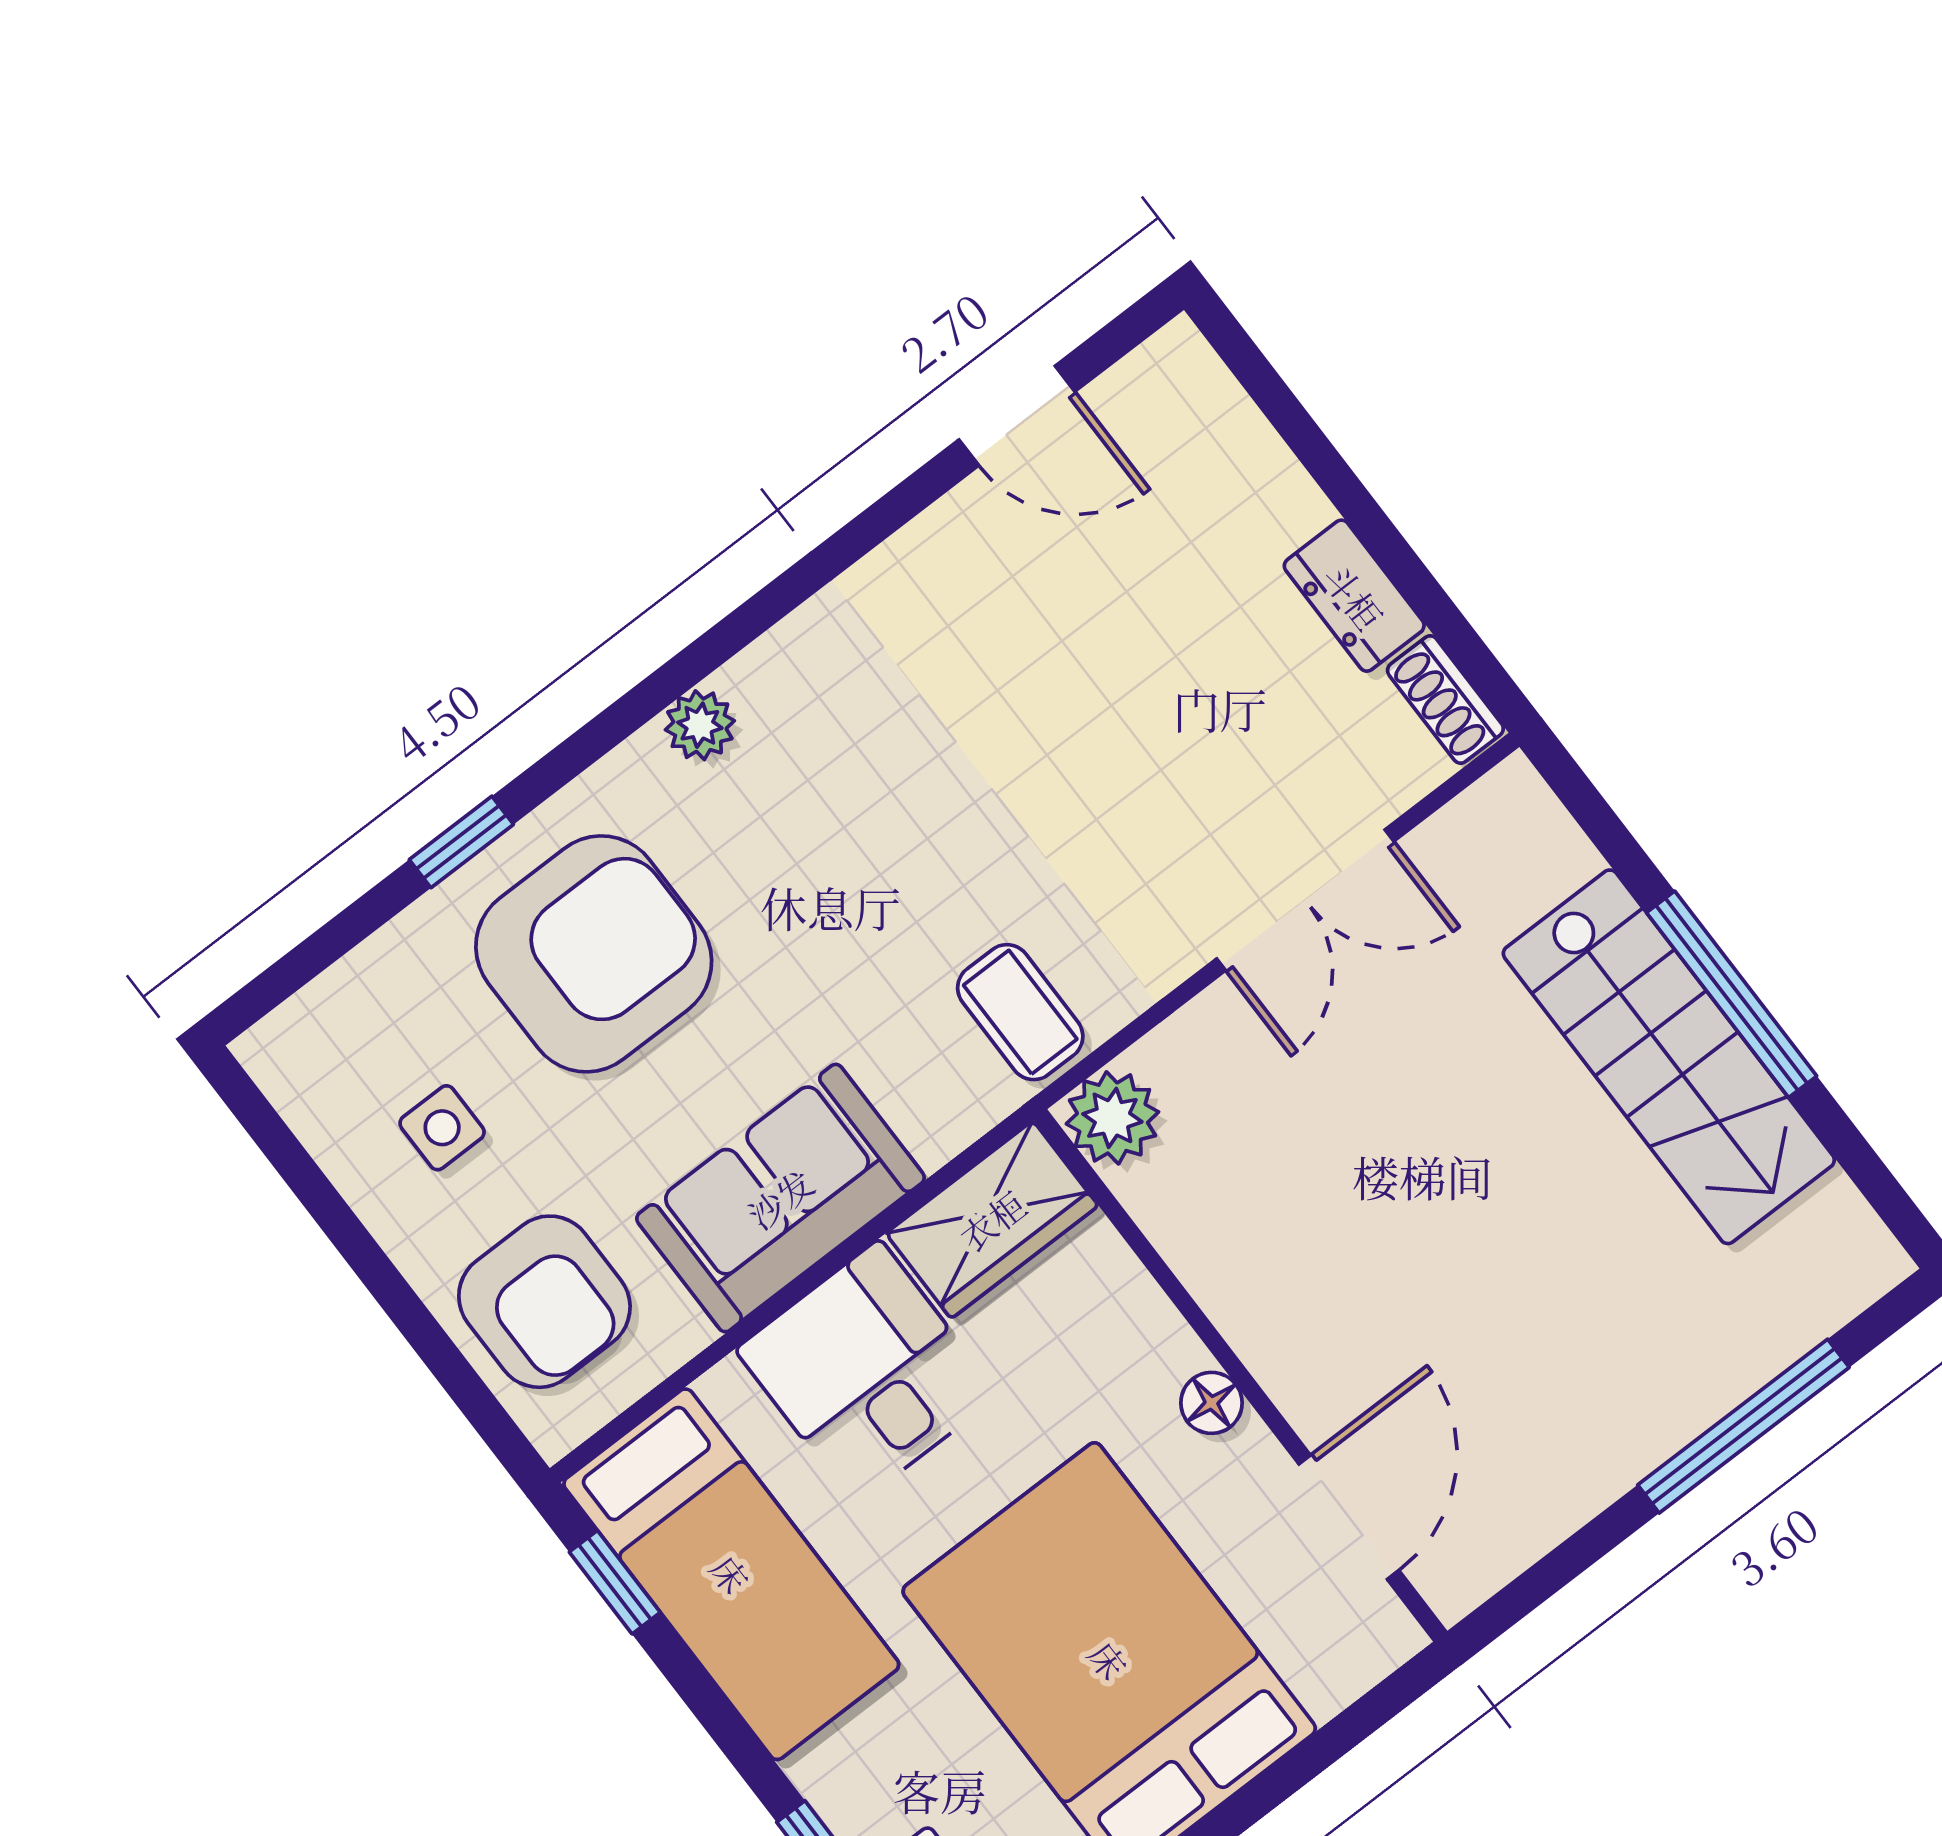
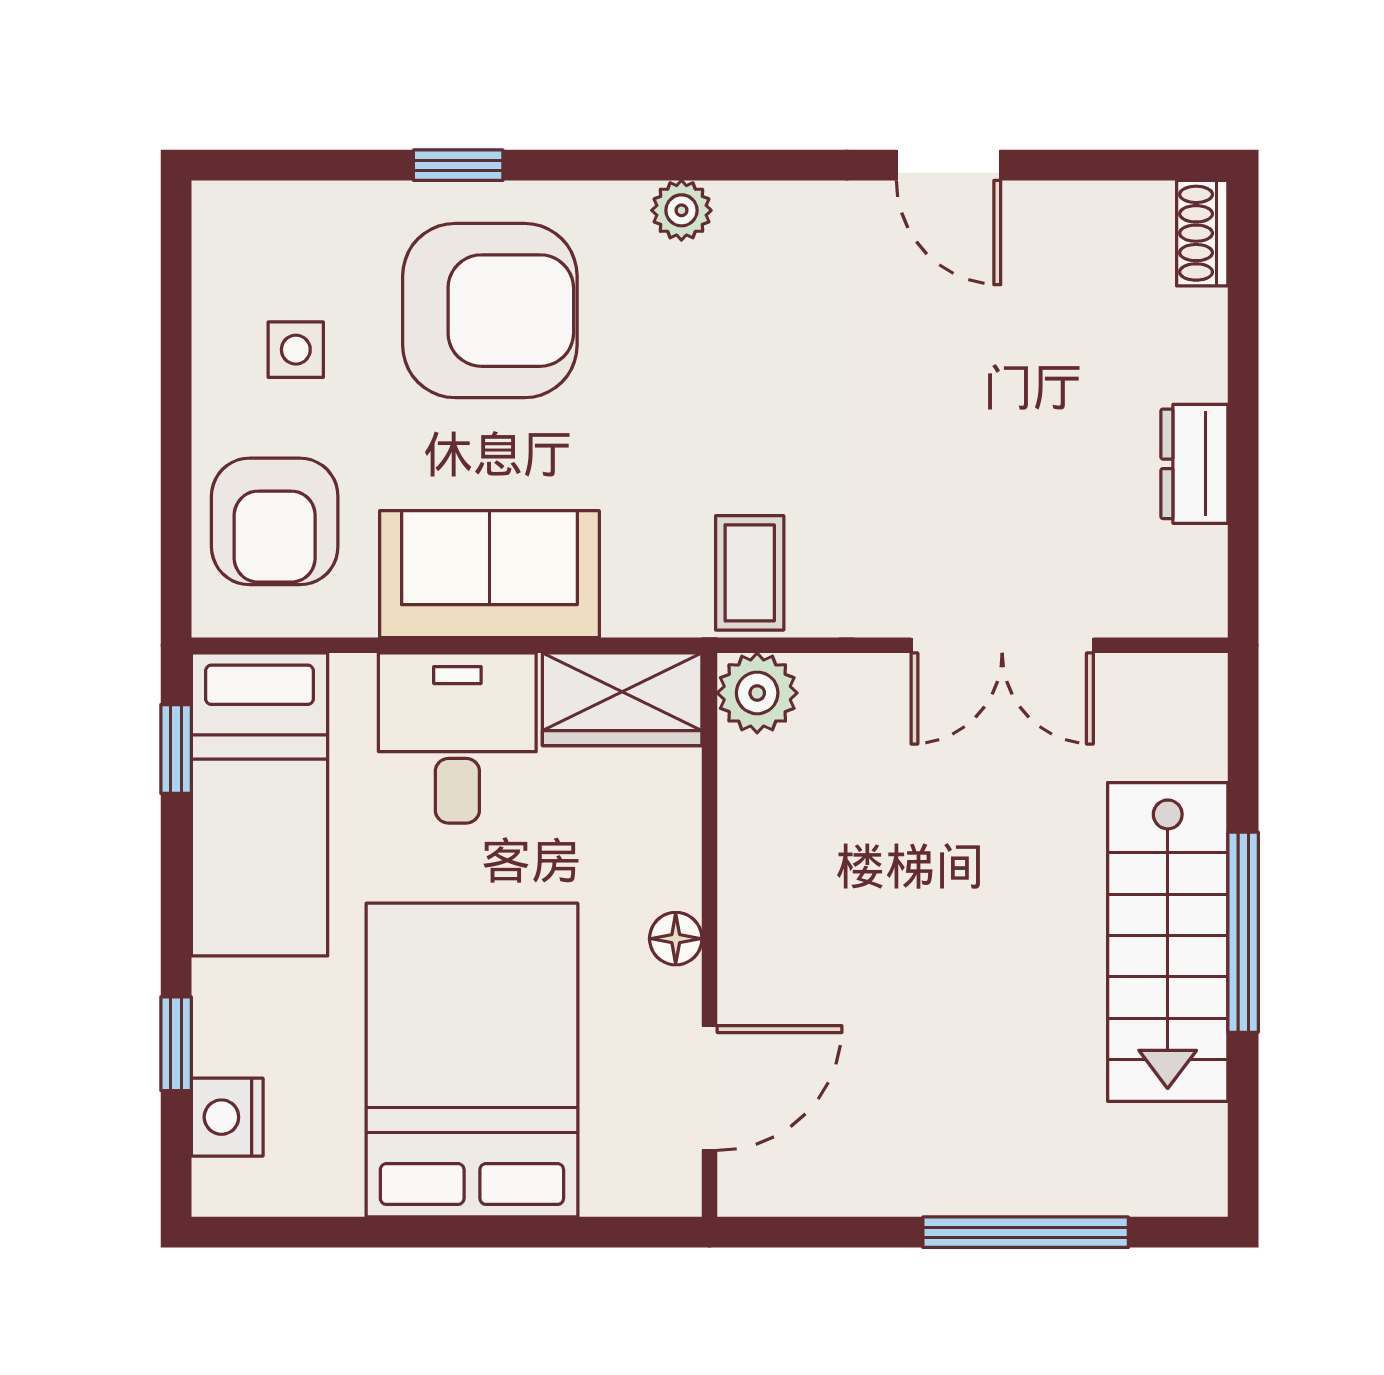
door: (1017, 416) -> (949, 165), moved
shoe rack: (1445, 699) -> (1202, 233), moved

